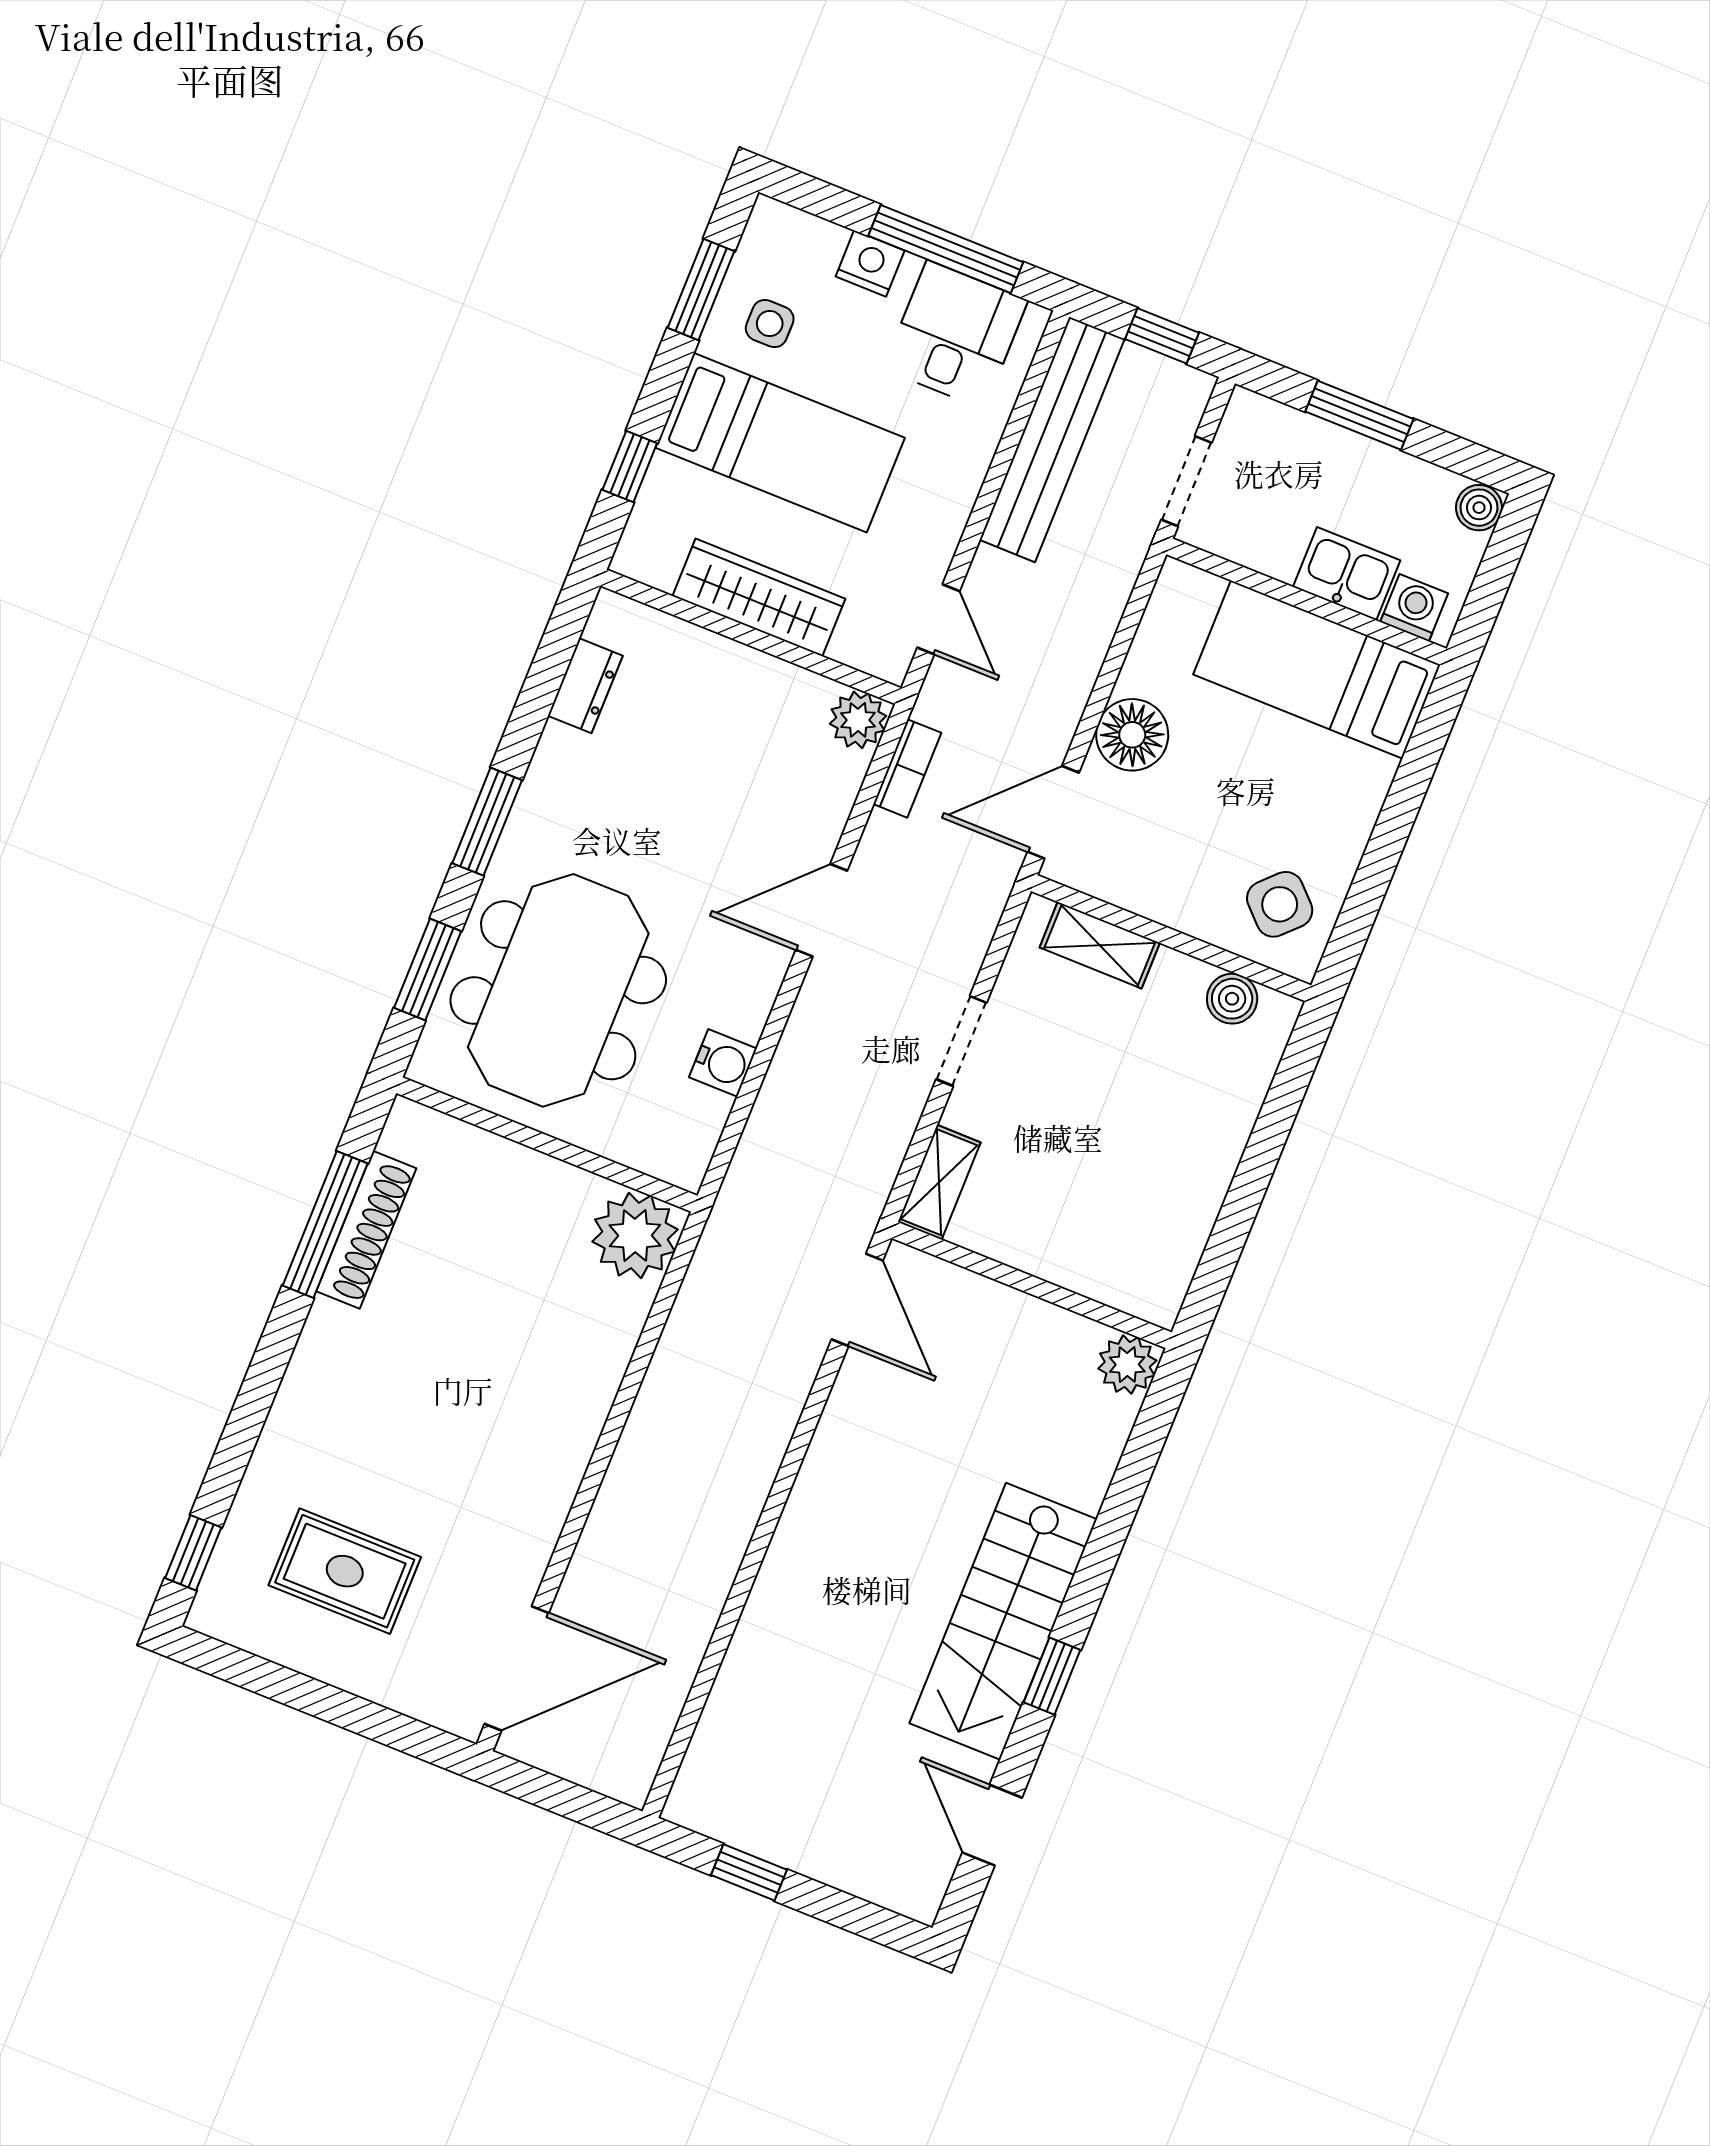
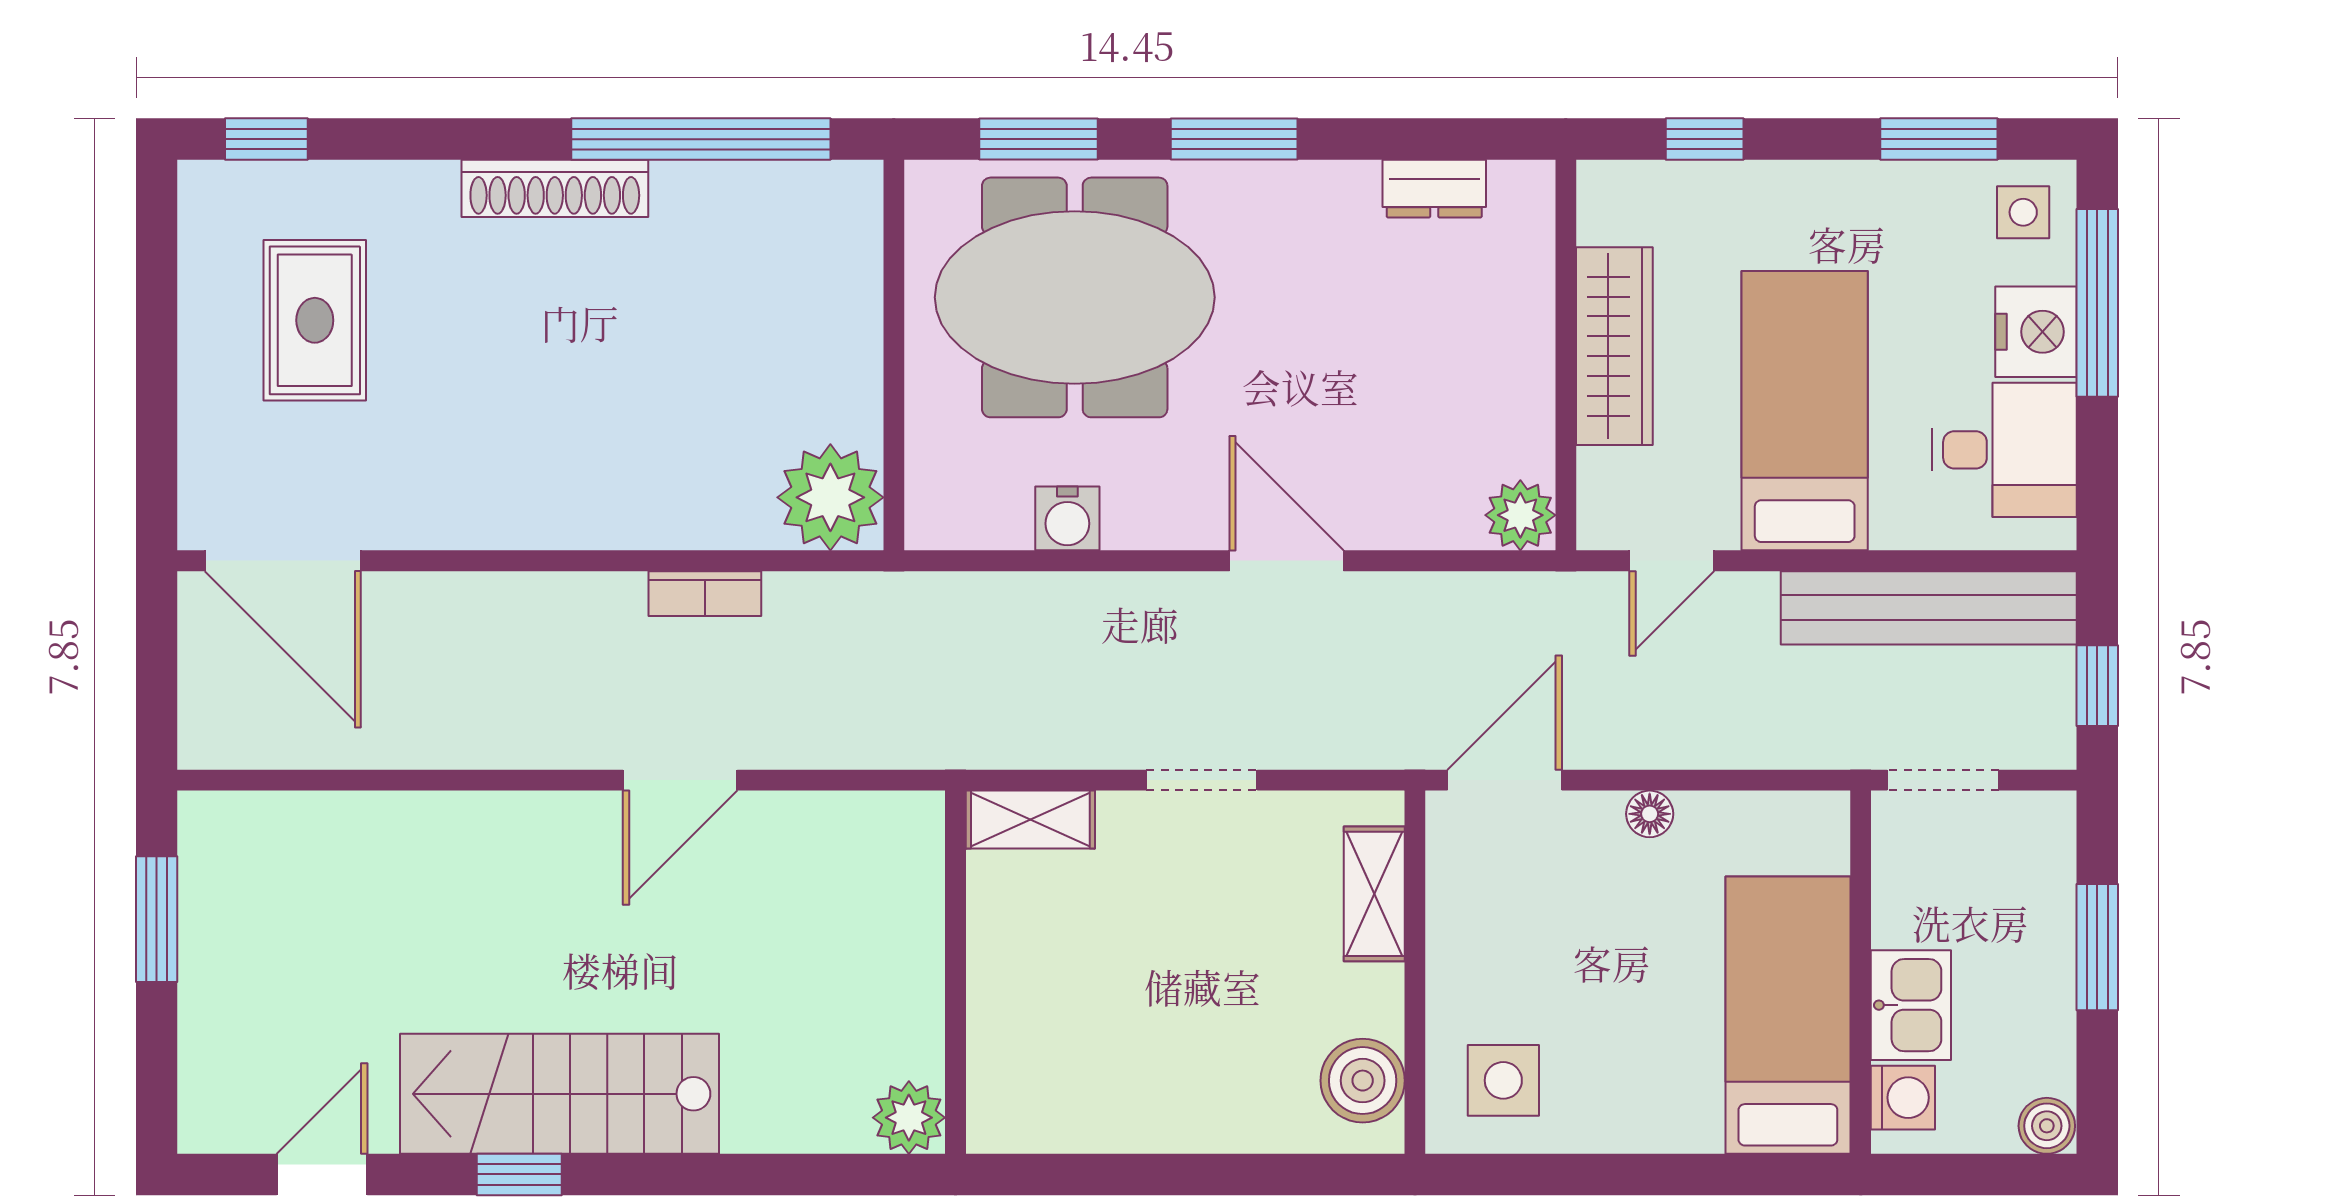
window: (946, 249) -> (2097, 303), moved
nightstand: (870, 264) -> (2036, 332), width x1.36, depth x1.33
side table: (770, 324) -> (2023, 212), moved
bed: (780, 443) -> (1805, 411), moved, turned 180
floor lamp: (1132, 735) -> (1650, 814), width x0.53, depth x0.53
bookcase: (907, 768) -> (705, 594), moved
door: (1053, 812) -> (1505, 780), hinge flipped
side table: (1280, 904) -> (1503, 1080), turned 45
boiler: (1232, 999) -> (1363, 1081), width x1.36, depth x1.36
window: (325, 1225) -> (701, 139), width x1.46
shoe rack: (366, 1230) -> (555, 188), moved
door: (857, 1300) -> (680, 780), moved
window: (749, 1872) -> (157, 919), width x1.50

